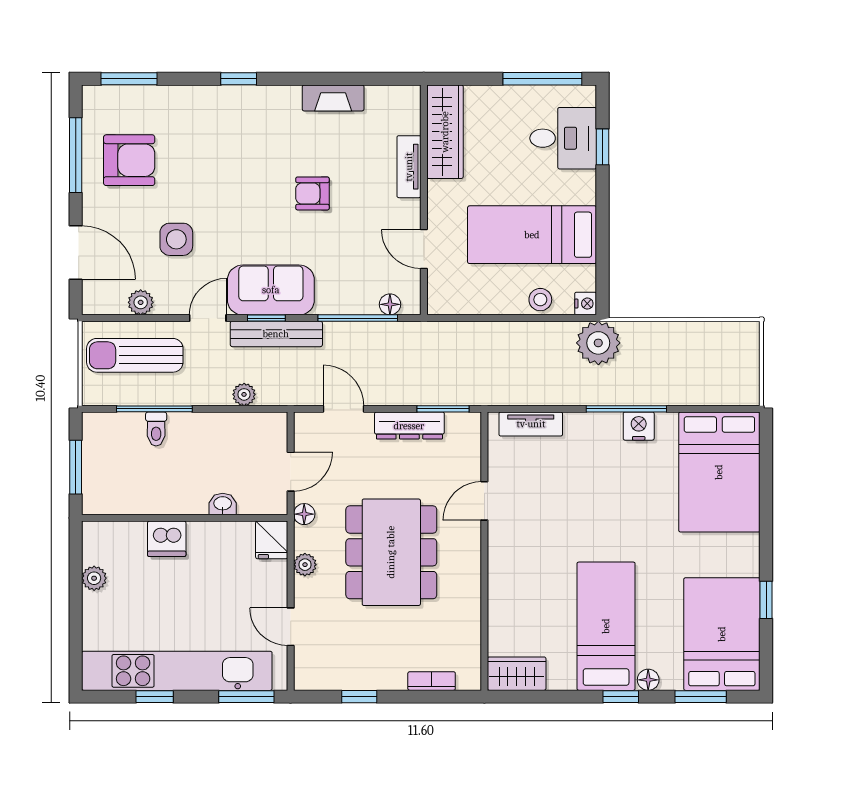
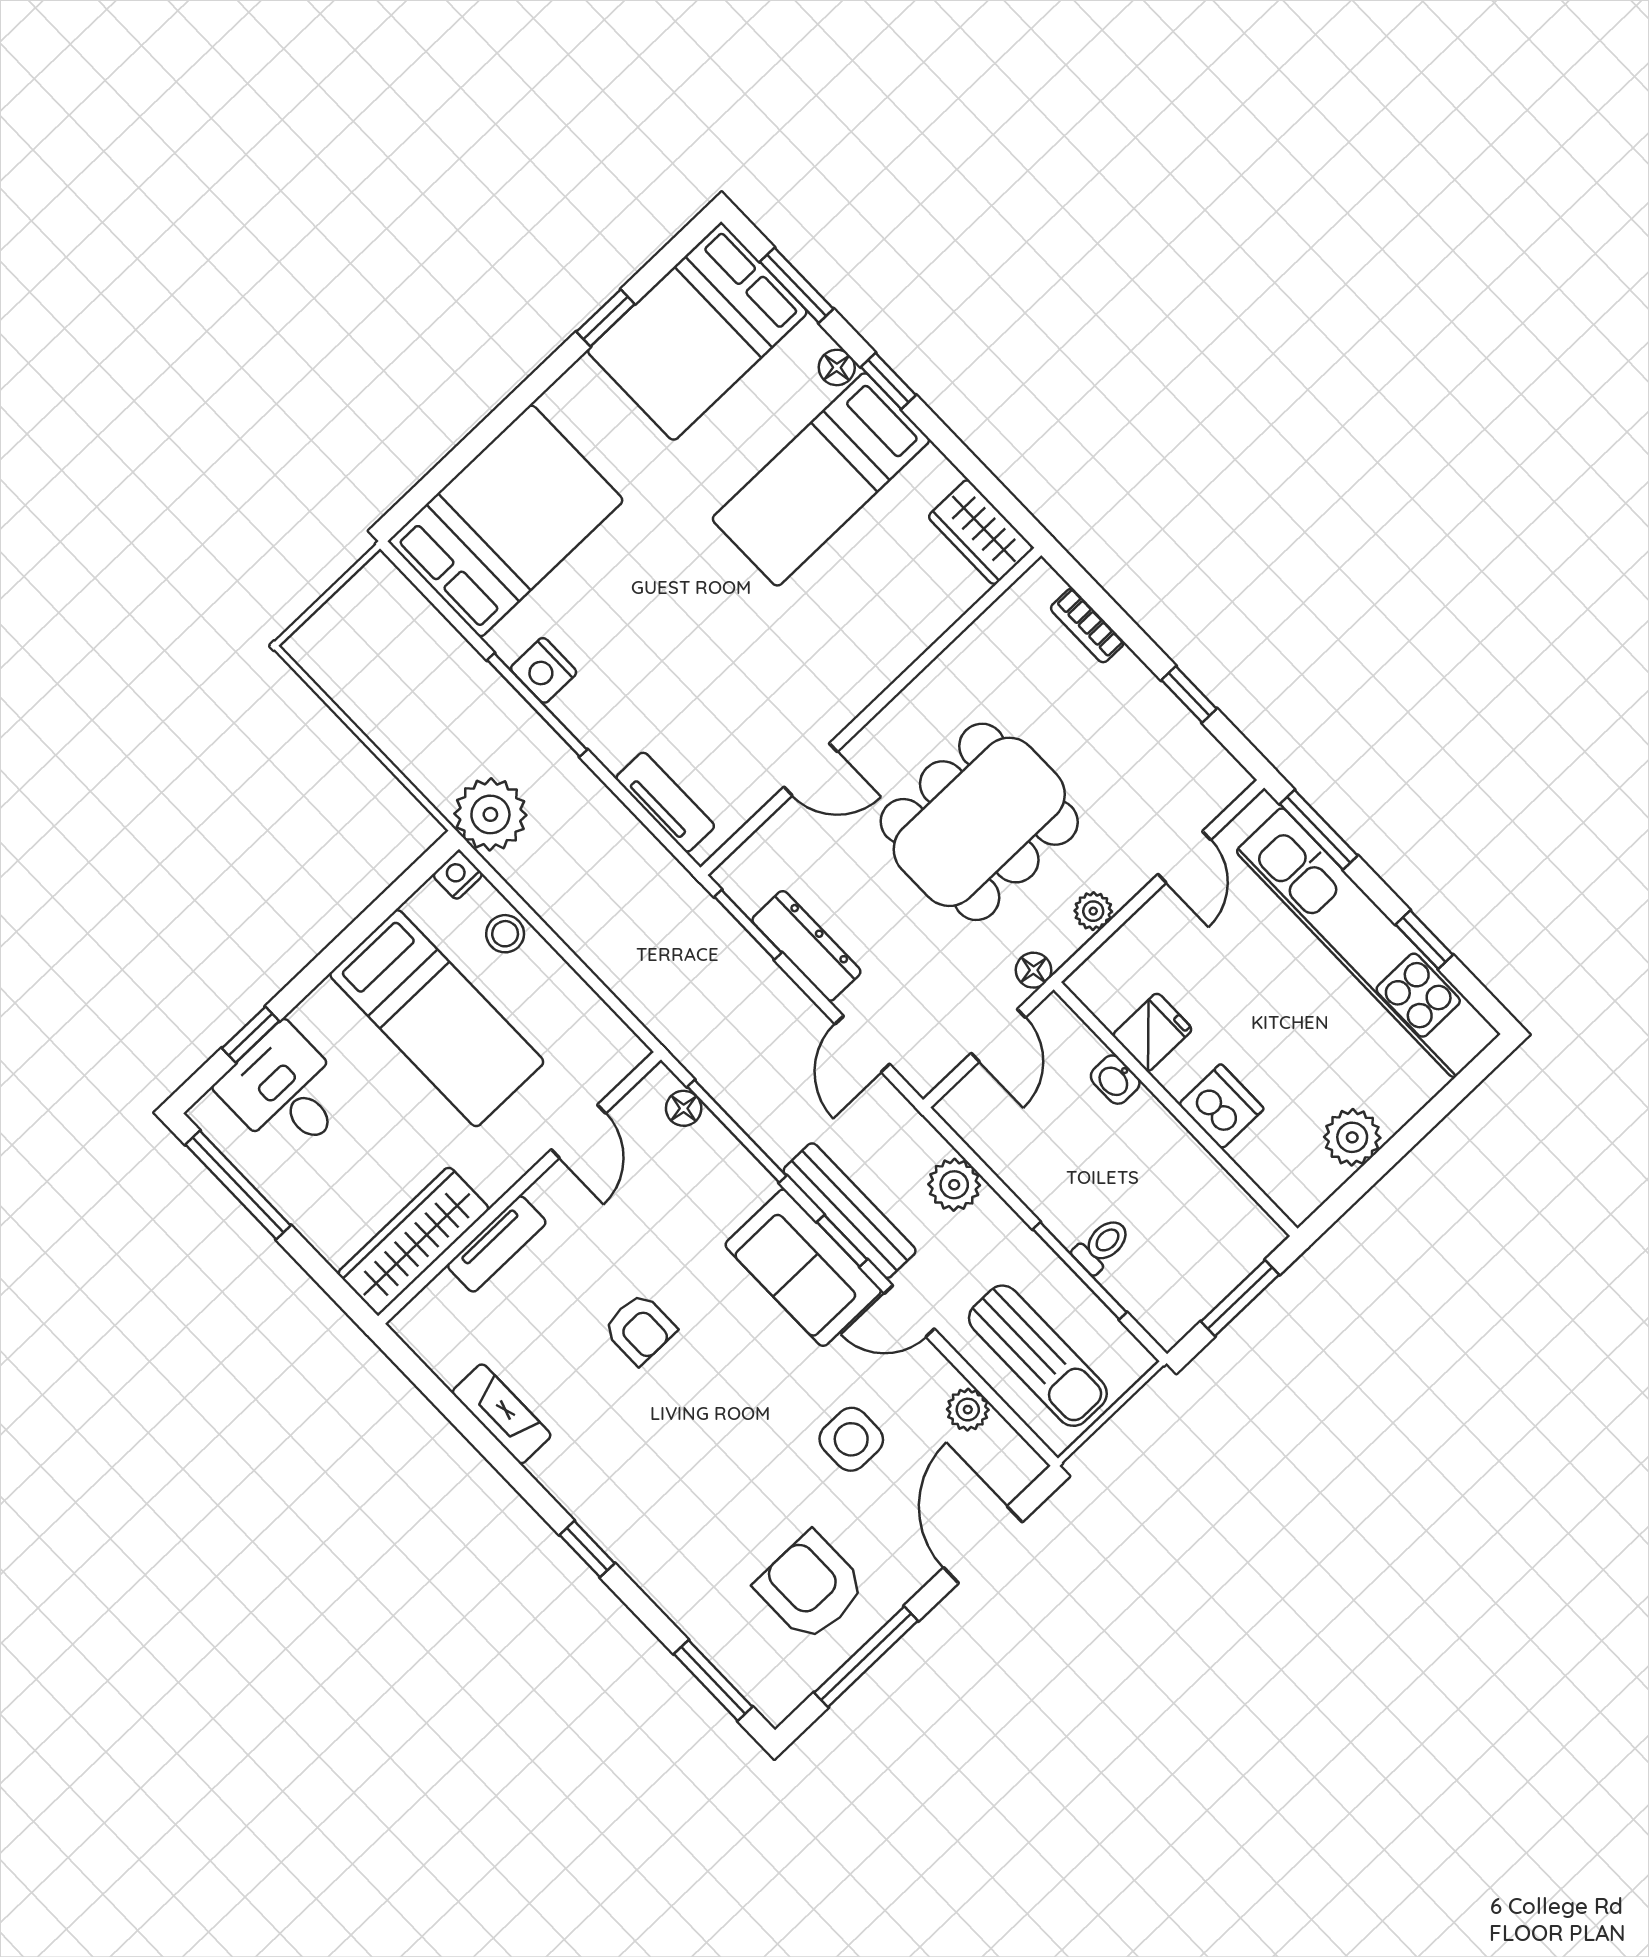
plant: (244, 394) -> (954, 1185), width x1.38, depth x1.38
door: (291, 472) -> (998, 1035), swing flipped
fridge: (272, 540) -> (1152, 1032), moved
plant: (94, 578) -> (1352, 1137), width x1.38, depth x1.38

